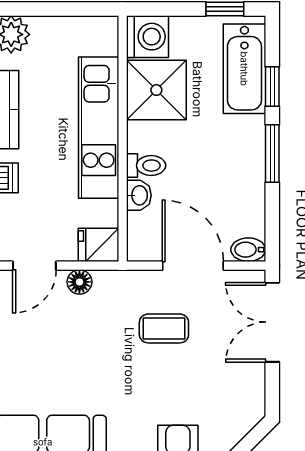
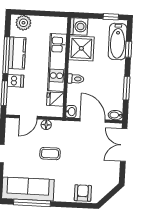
window: (272, 153) -> (127, 88), moved
washbasin: (139, 195) -> (71, 112), moved
fridge: (98, 245) -> (55, 99), moved
coffee table: (164, 328) -> (50, 154), moved

